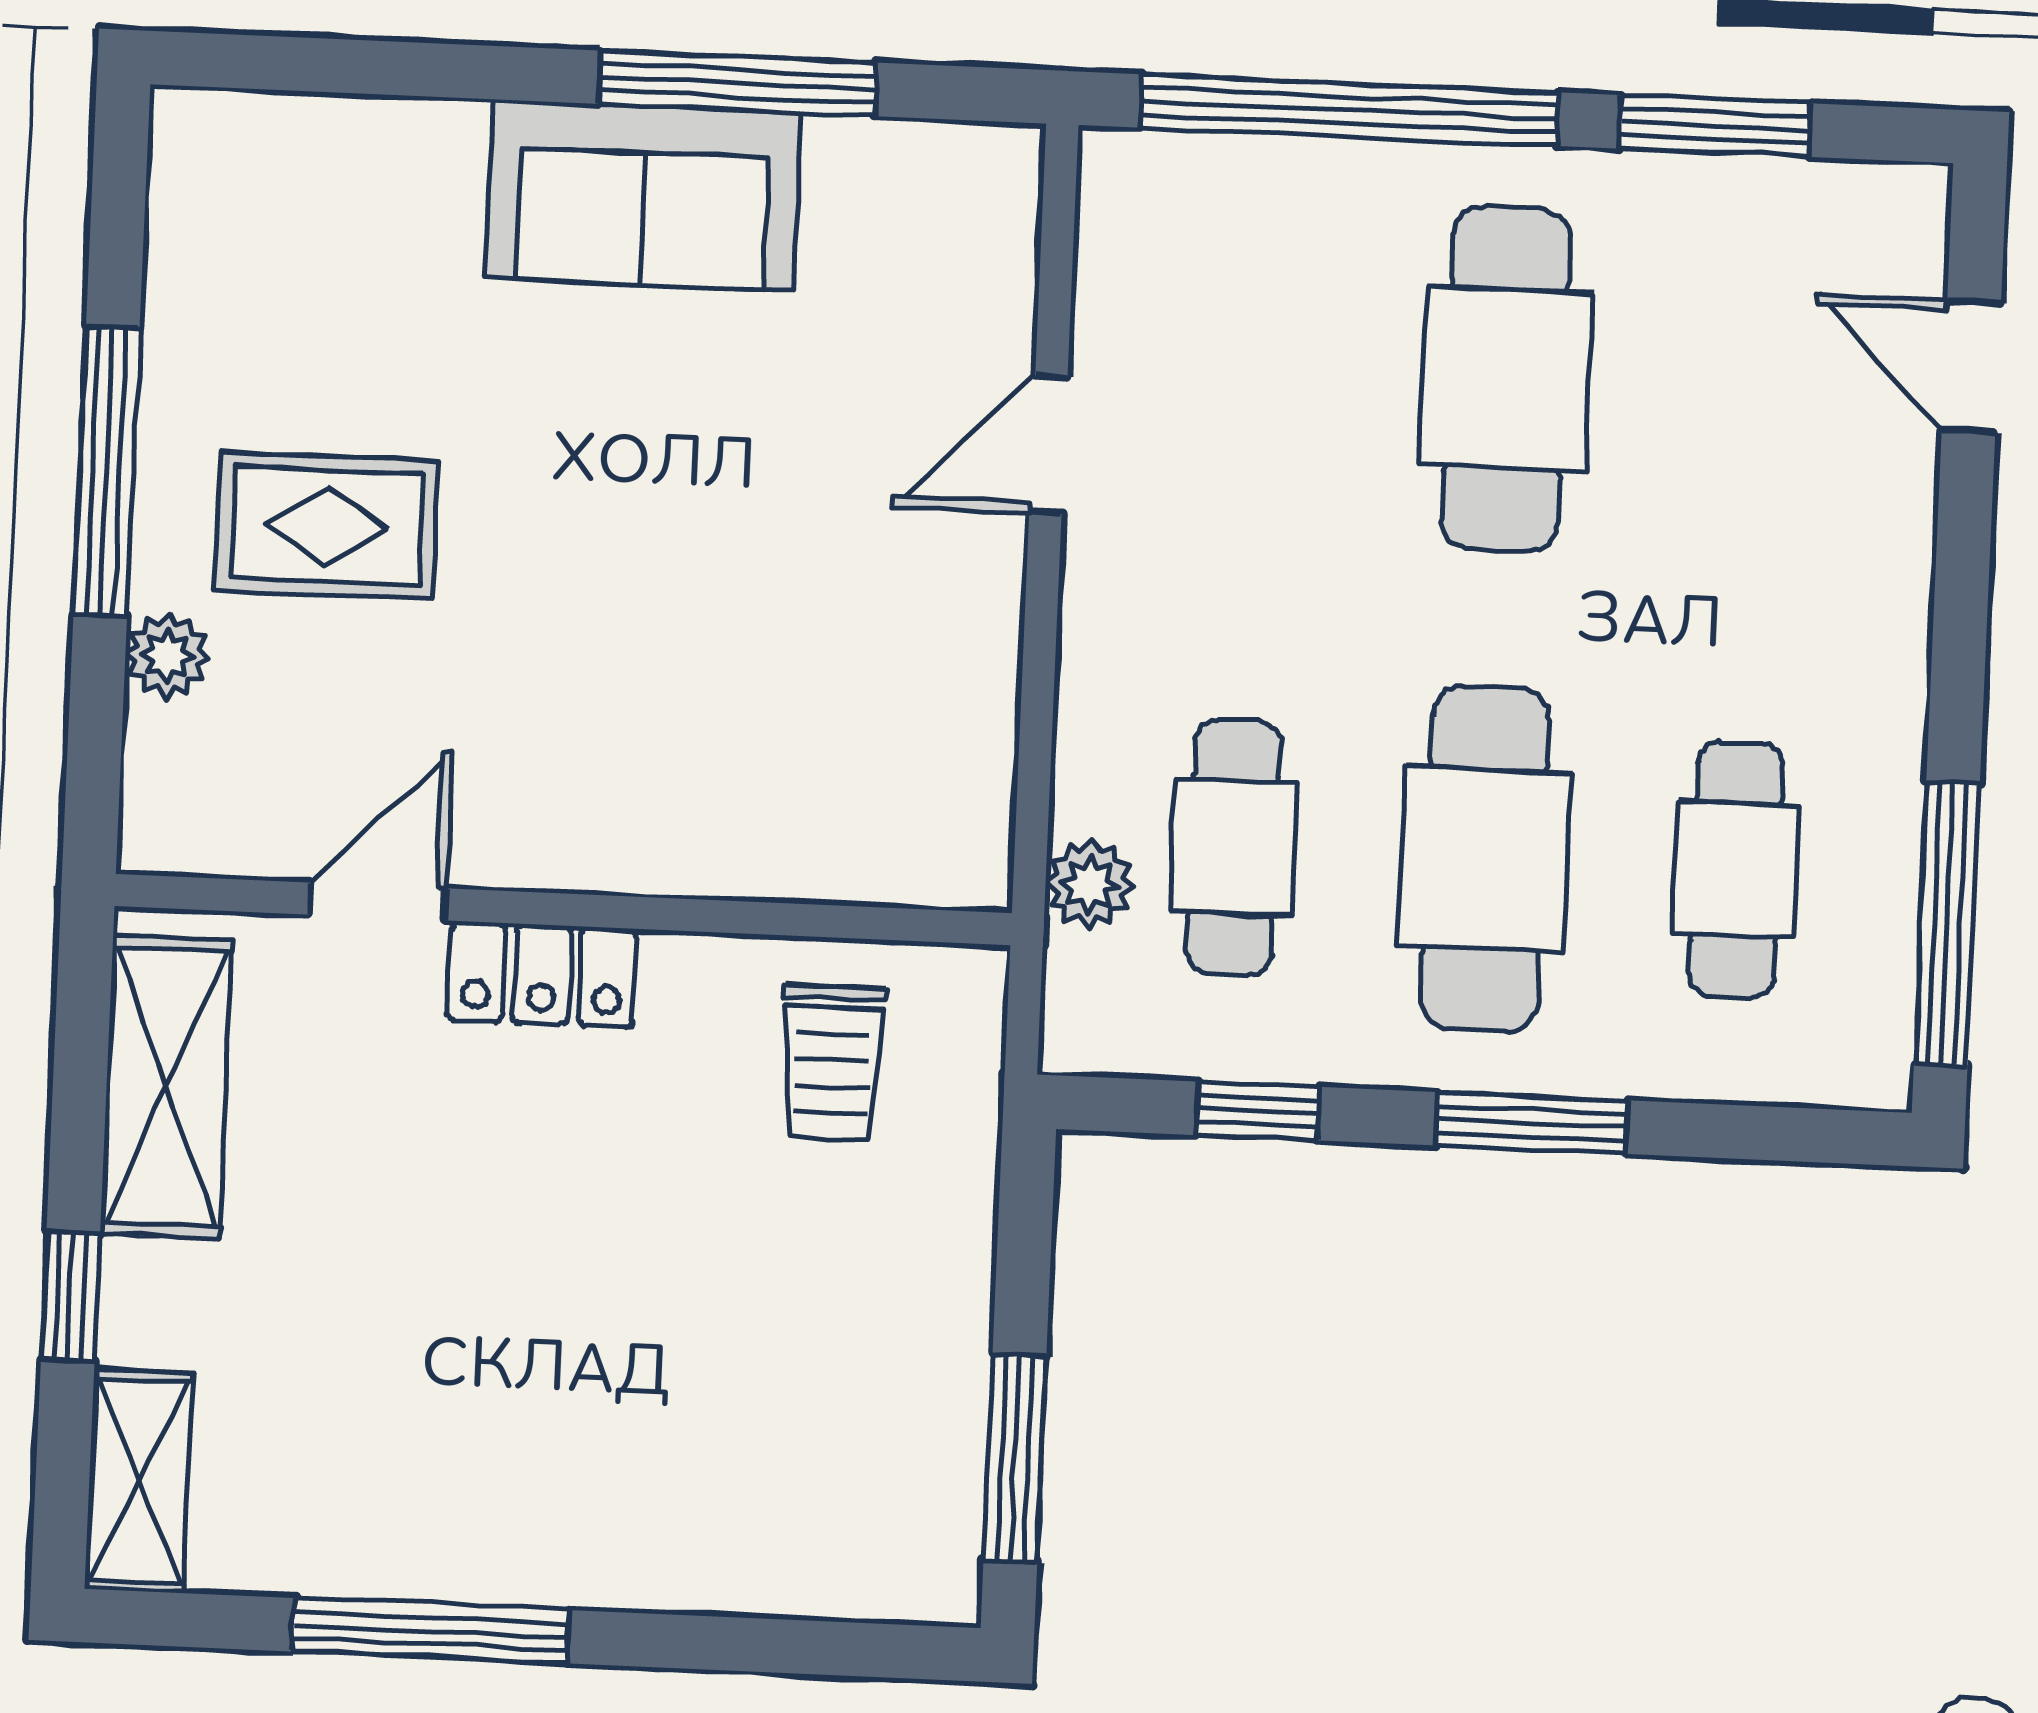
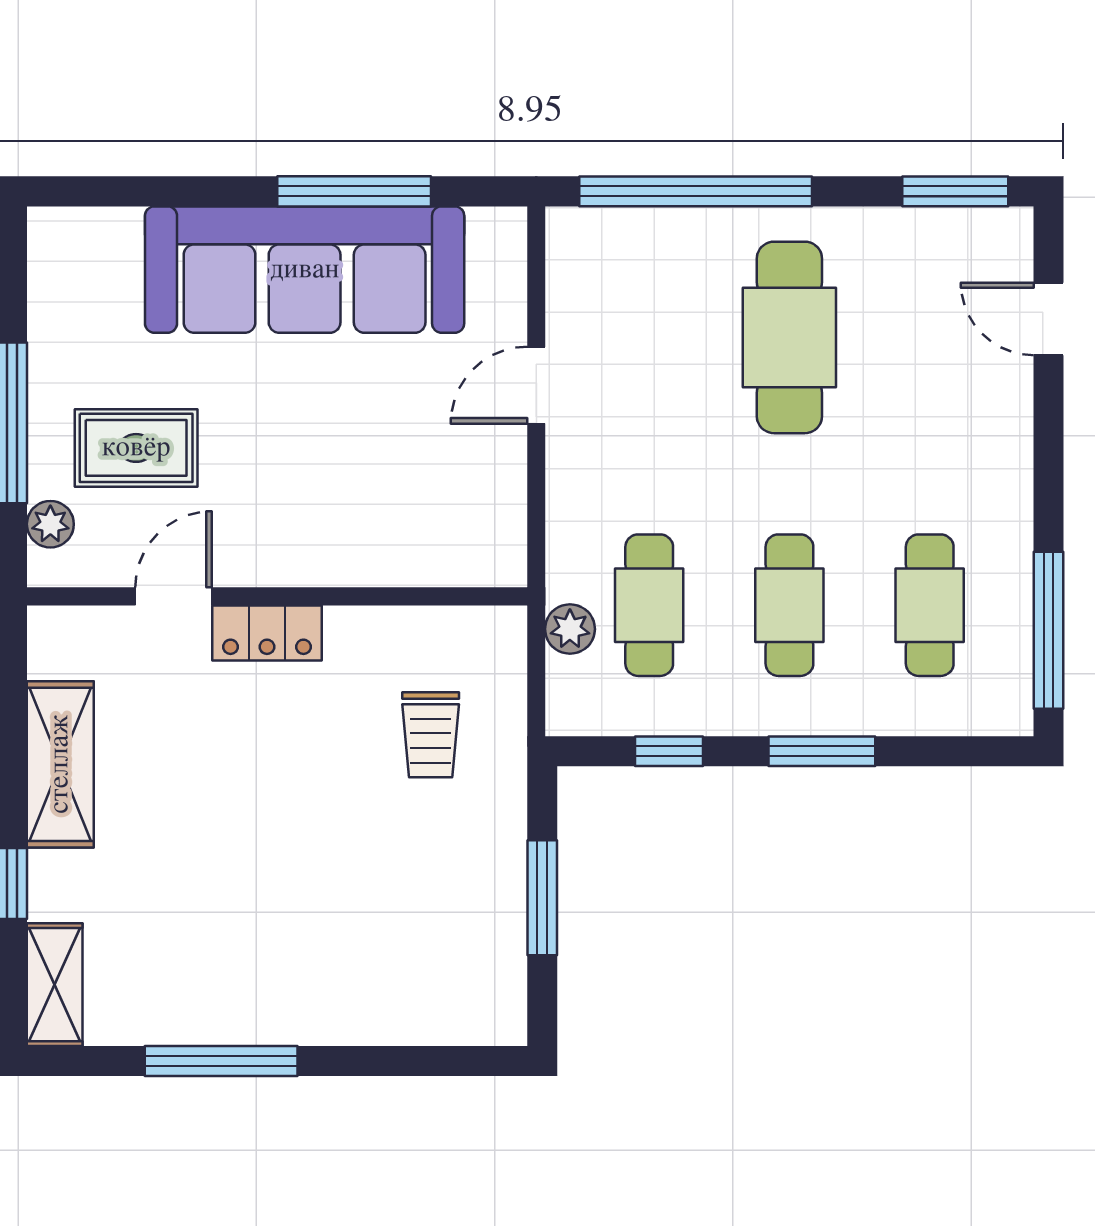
window: (1715, 126) -> (955, 191), moved
sofa: (643, 195) -> (305, 270), width x1.85, depth x1.27
cafe table: (1485, 859) -> (789, 605), width x0.73, depth x0.74
door: (378, 902) -> (174, 596), moved
wall: (563, 910) -> (277, 596), moved
locker: (542, 974) -> (267, 633), moved
window: (1015, 1458) -> (542, 898), moved

